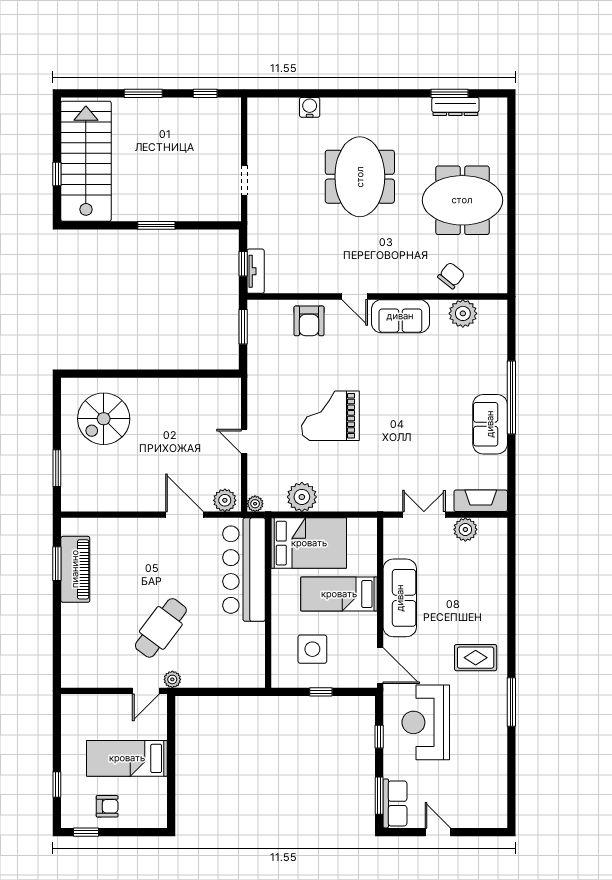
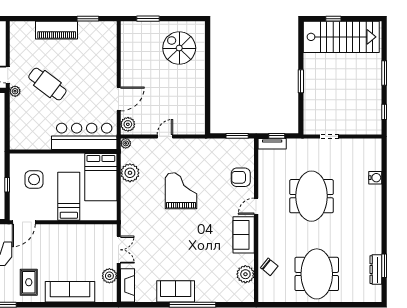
meeting table: (360, 177) -> (312, 196), moved, turned 90
piano: (75, 569) -> (57, 30), moved
sofa: (400, 598) -> (70, 292), moved, turned 180

